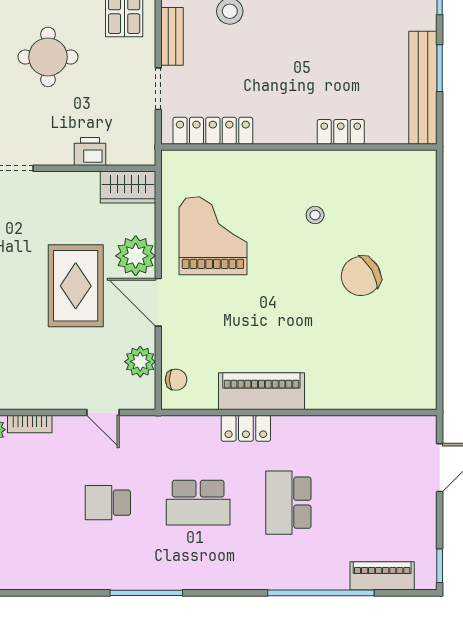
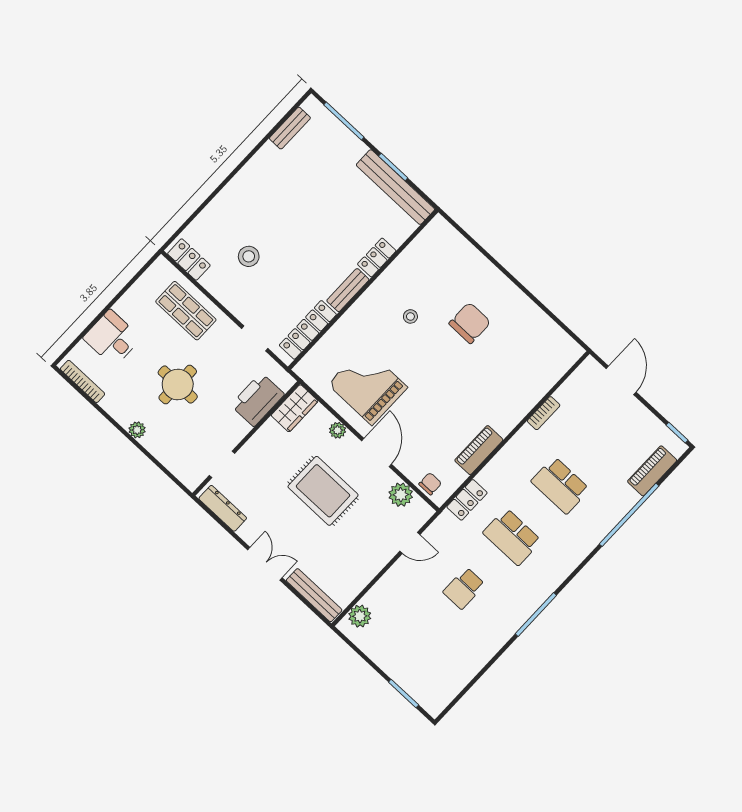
bench: (172, 36) -> (348, 290), moved, turned 90
printer: (90, 152) -> (257, 400), width x1.87, depth x1.48
plant: (136, 256) -> (338, 430), width x0.53, depth x0.53
chair: (361, 276) -> (470, 323), turned -150
door: (158, 302) -> (376, 452), swing flipped
piano: (261, 391) -> (479, 450), width x0.73, depth x0.75
bookcase: (30, 424) -> (544, 413), moved
locker: (246, 428) -> (467, 500), moved
school desk: (198, 503) -> (512, 537), turned 90

